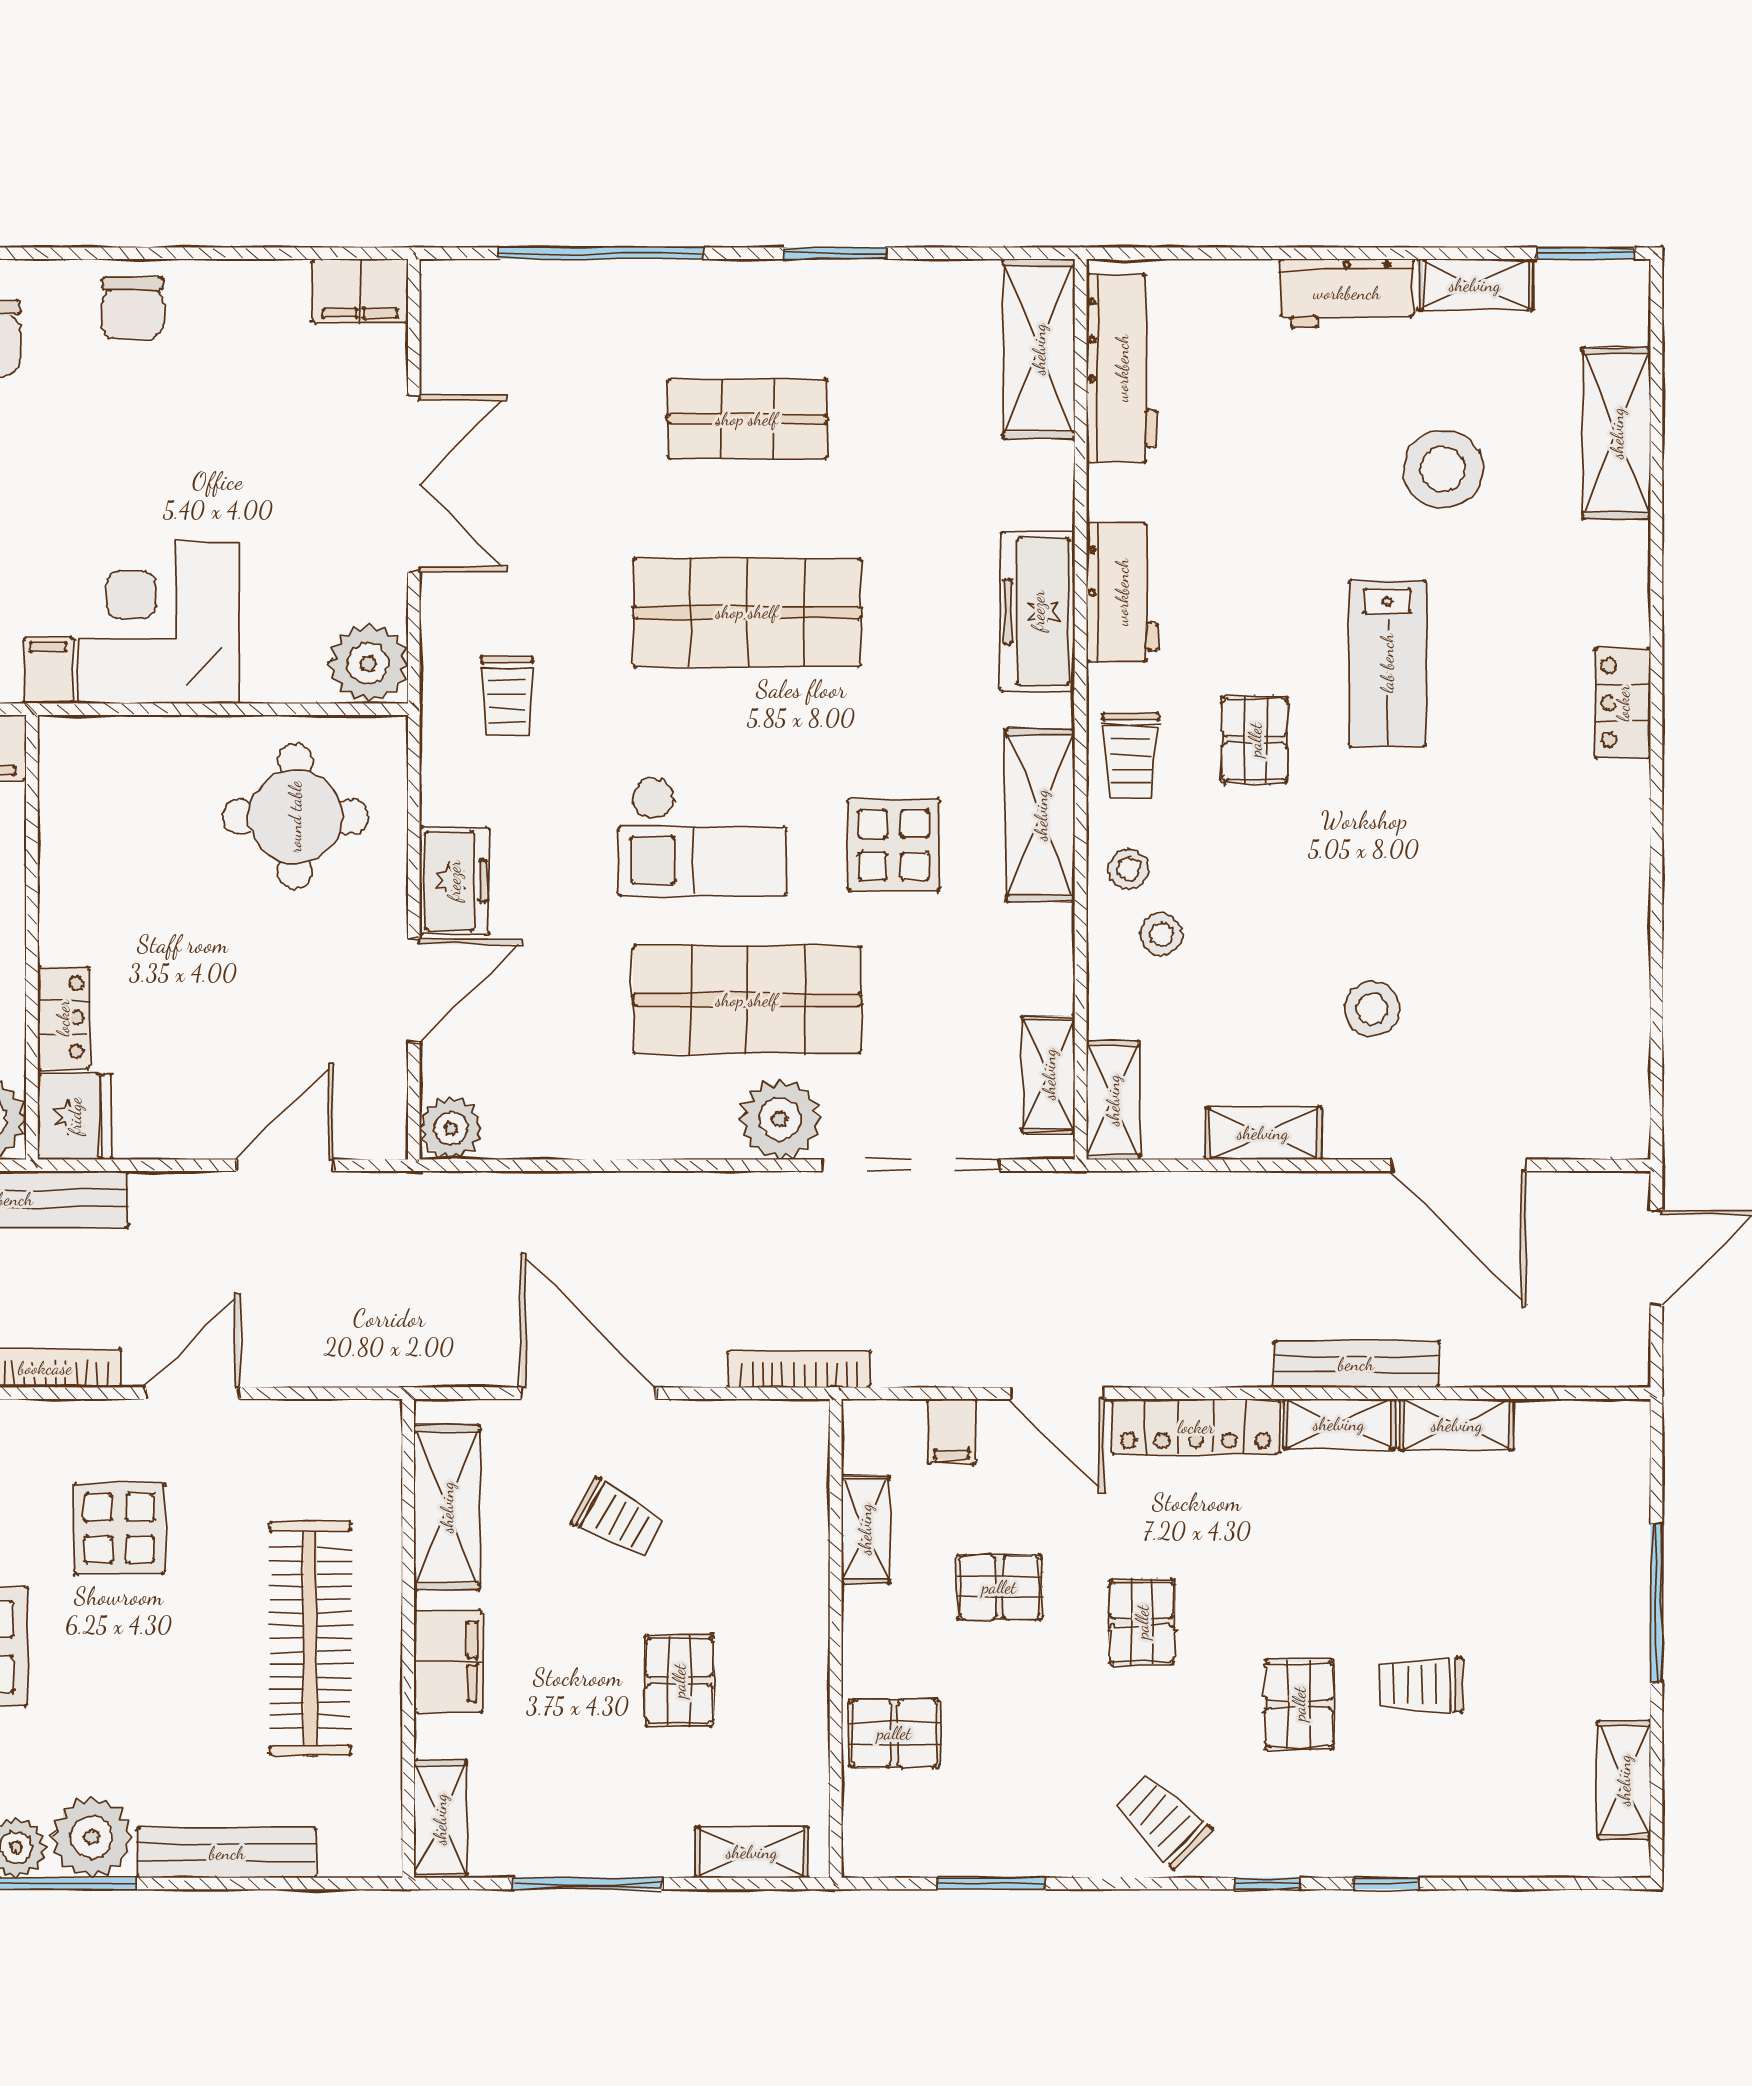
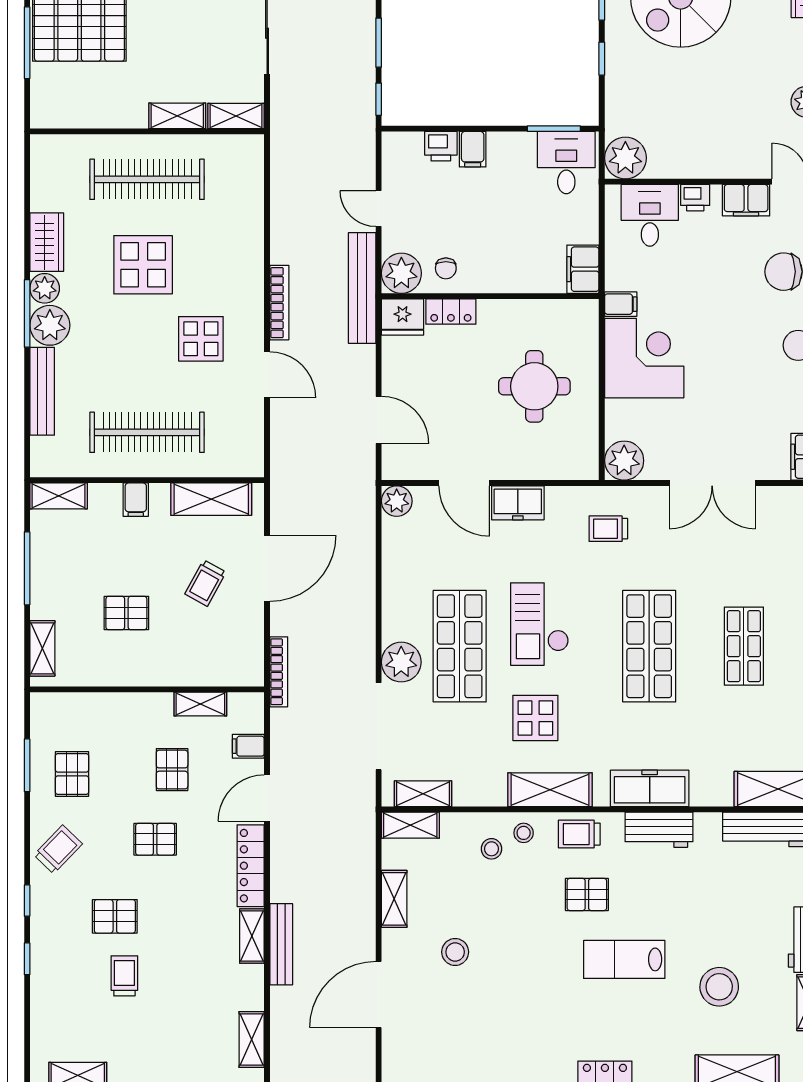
round table: (295, 817) -> (534, 386), moved
shelving: (1457, 1425) -> (252, 1040), moved
filing cabinet: (448, 1661) -> (136, 500), width x0.50
pallet: (894, 1733) -> (72, 774), moved

